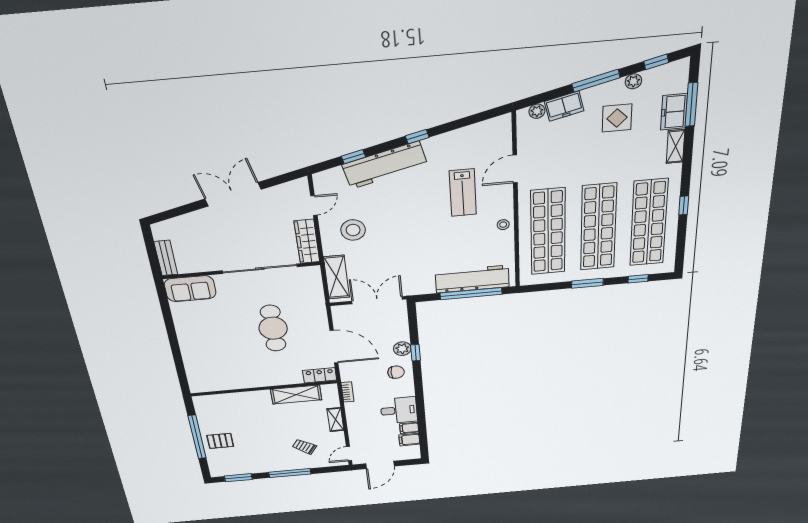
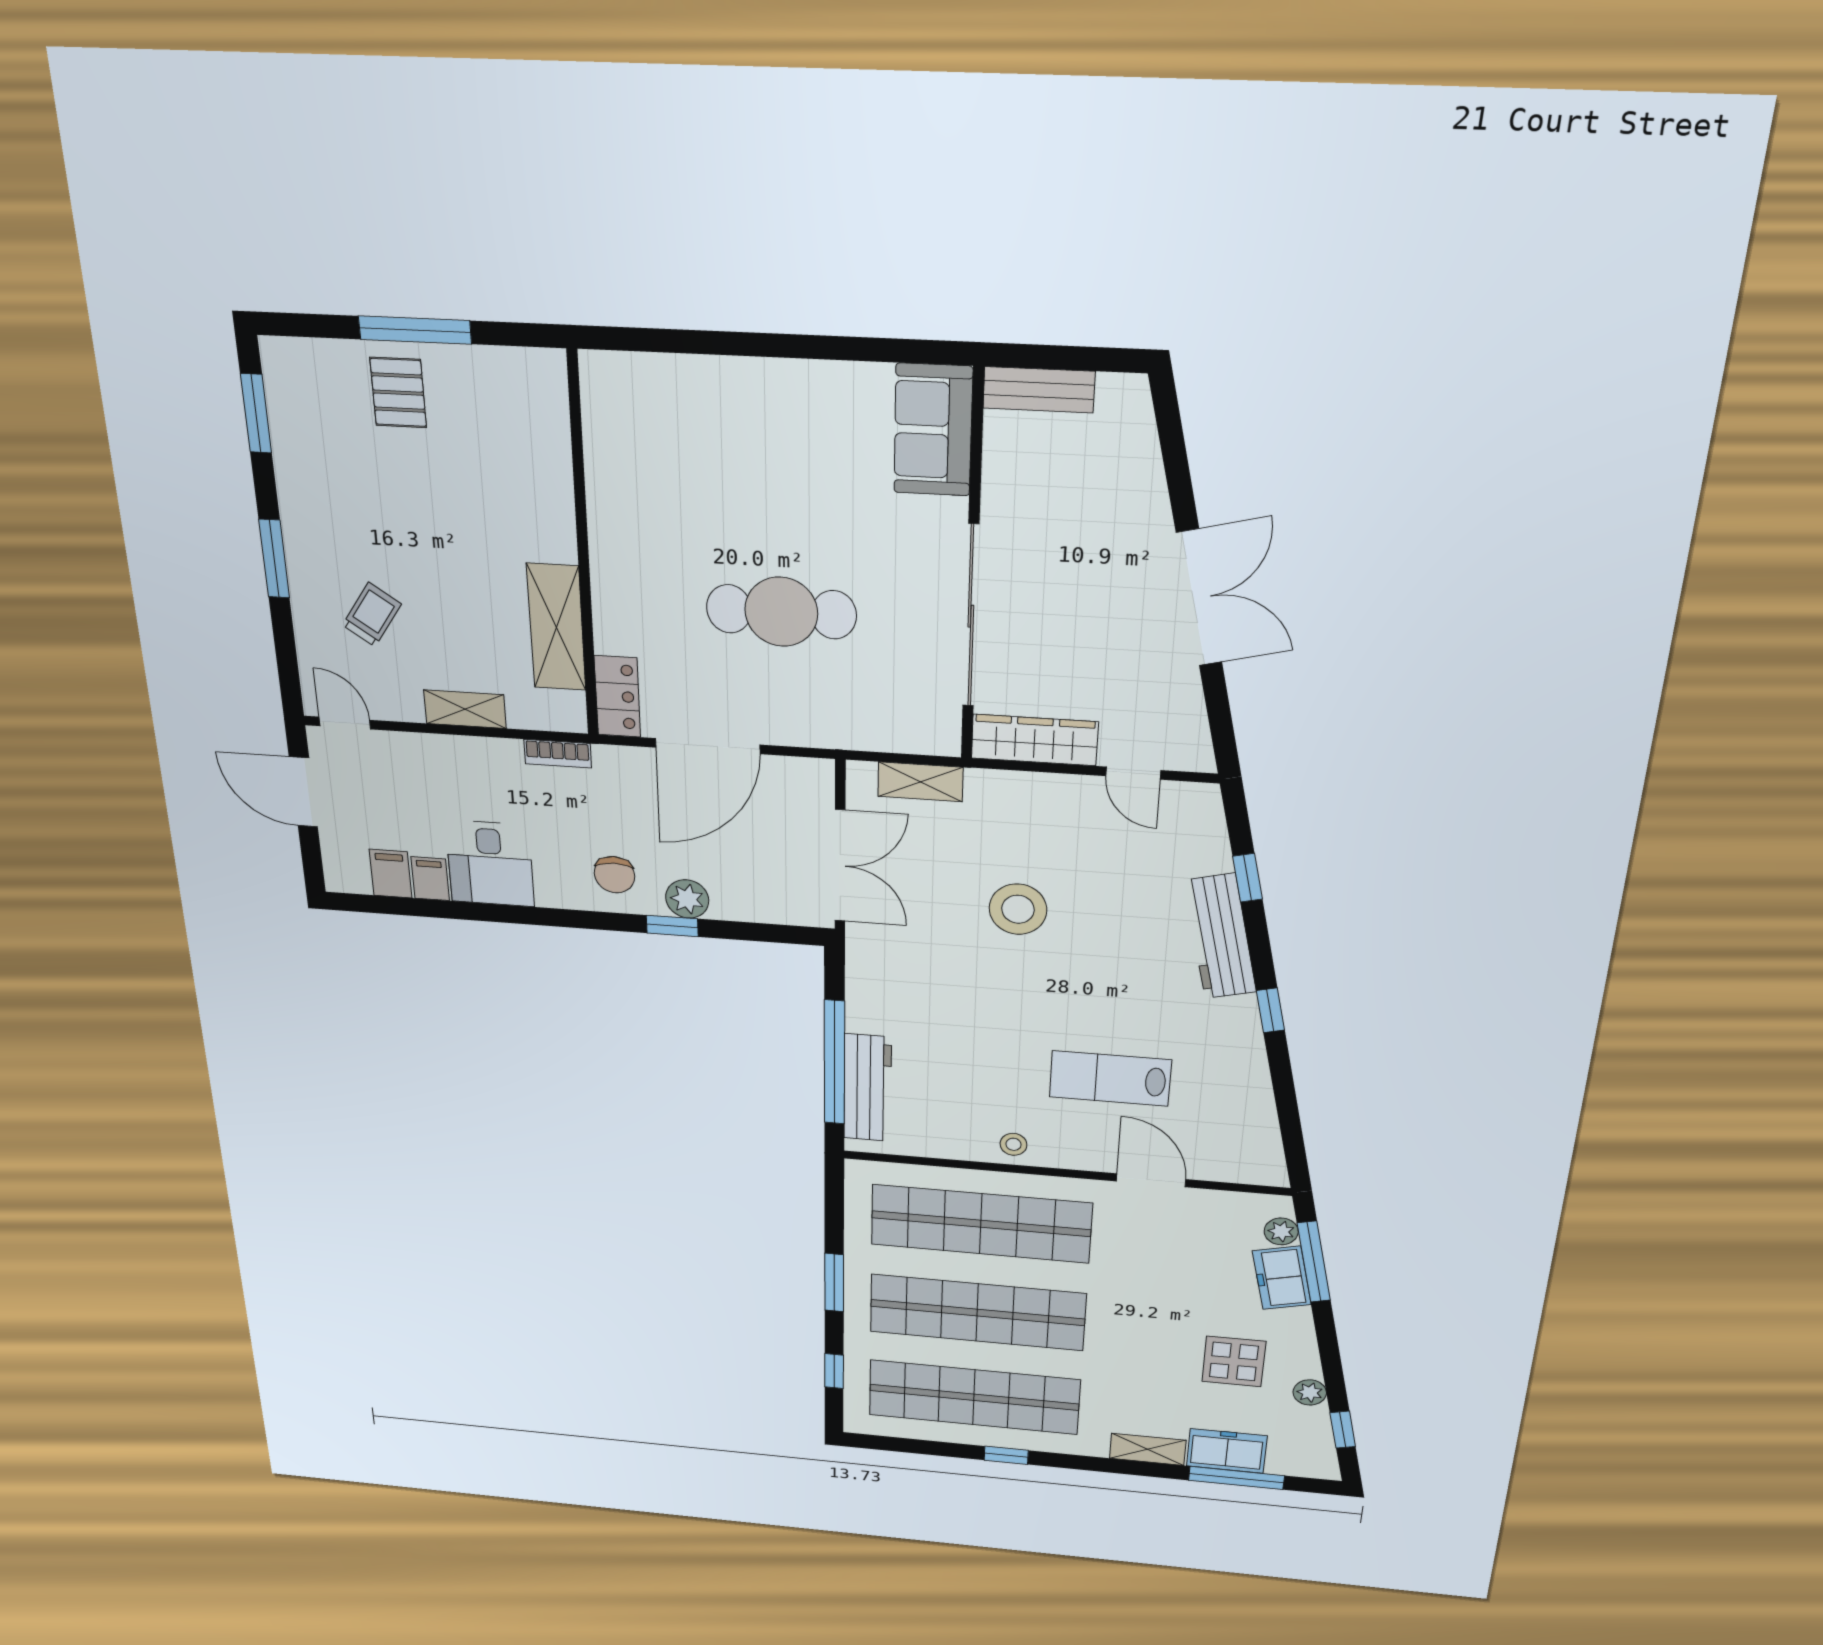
window: (596, 81) -> (1314, 1262), moved
workbench: (385, 165) -> (1220, 936), width x0.73, depth x0.76
stool: (353, 230) -> (1018, 909), moved
shelving: (336, 277) -> (920, 782), width x0.67, depth x0.75
workbench: (472, 279) -> (867, 1088), width x0.73, depth x0.76
window: (197, 437) -> (415, 330), width x0.68
window: (290, 473) -> (274, 559), width x0.69

